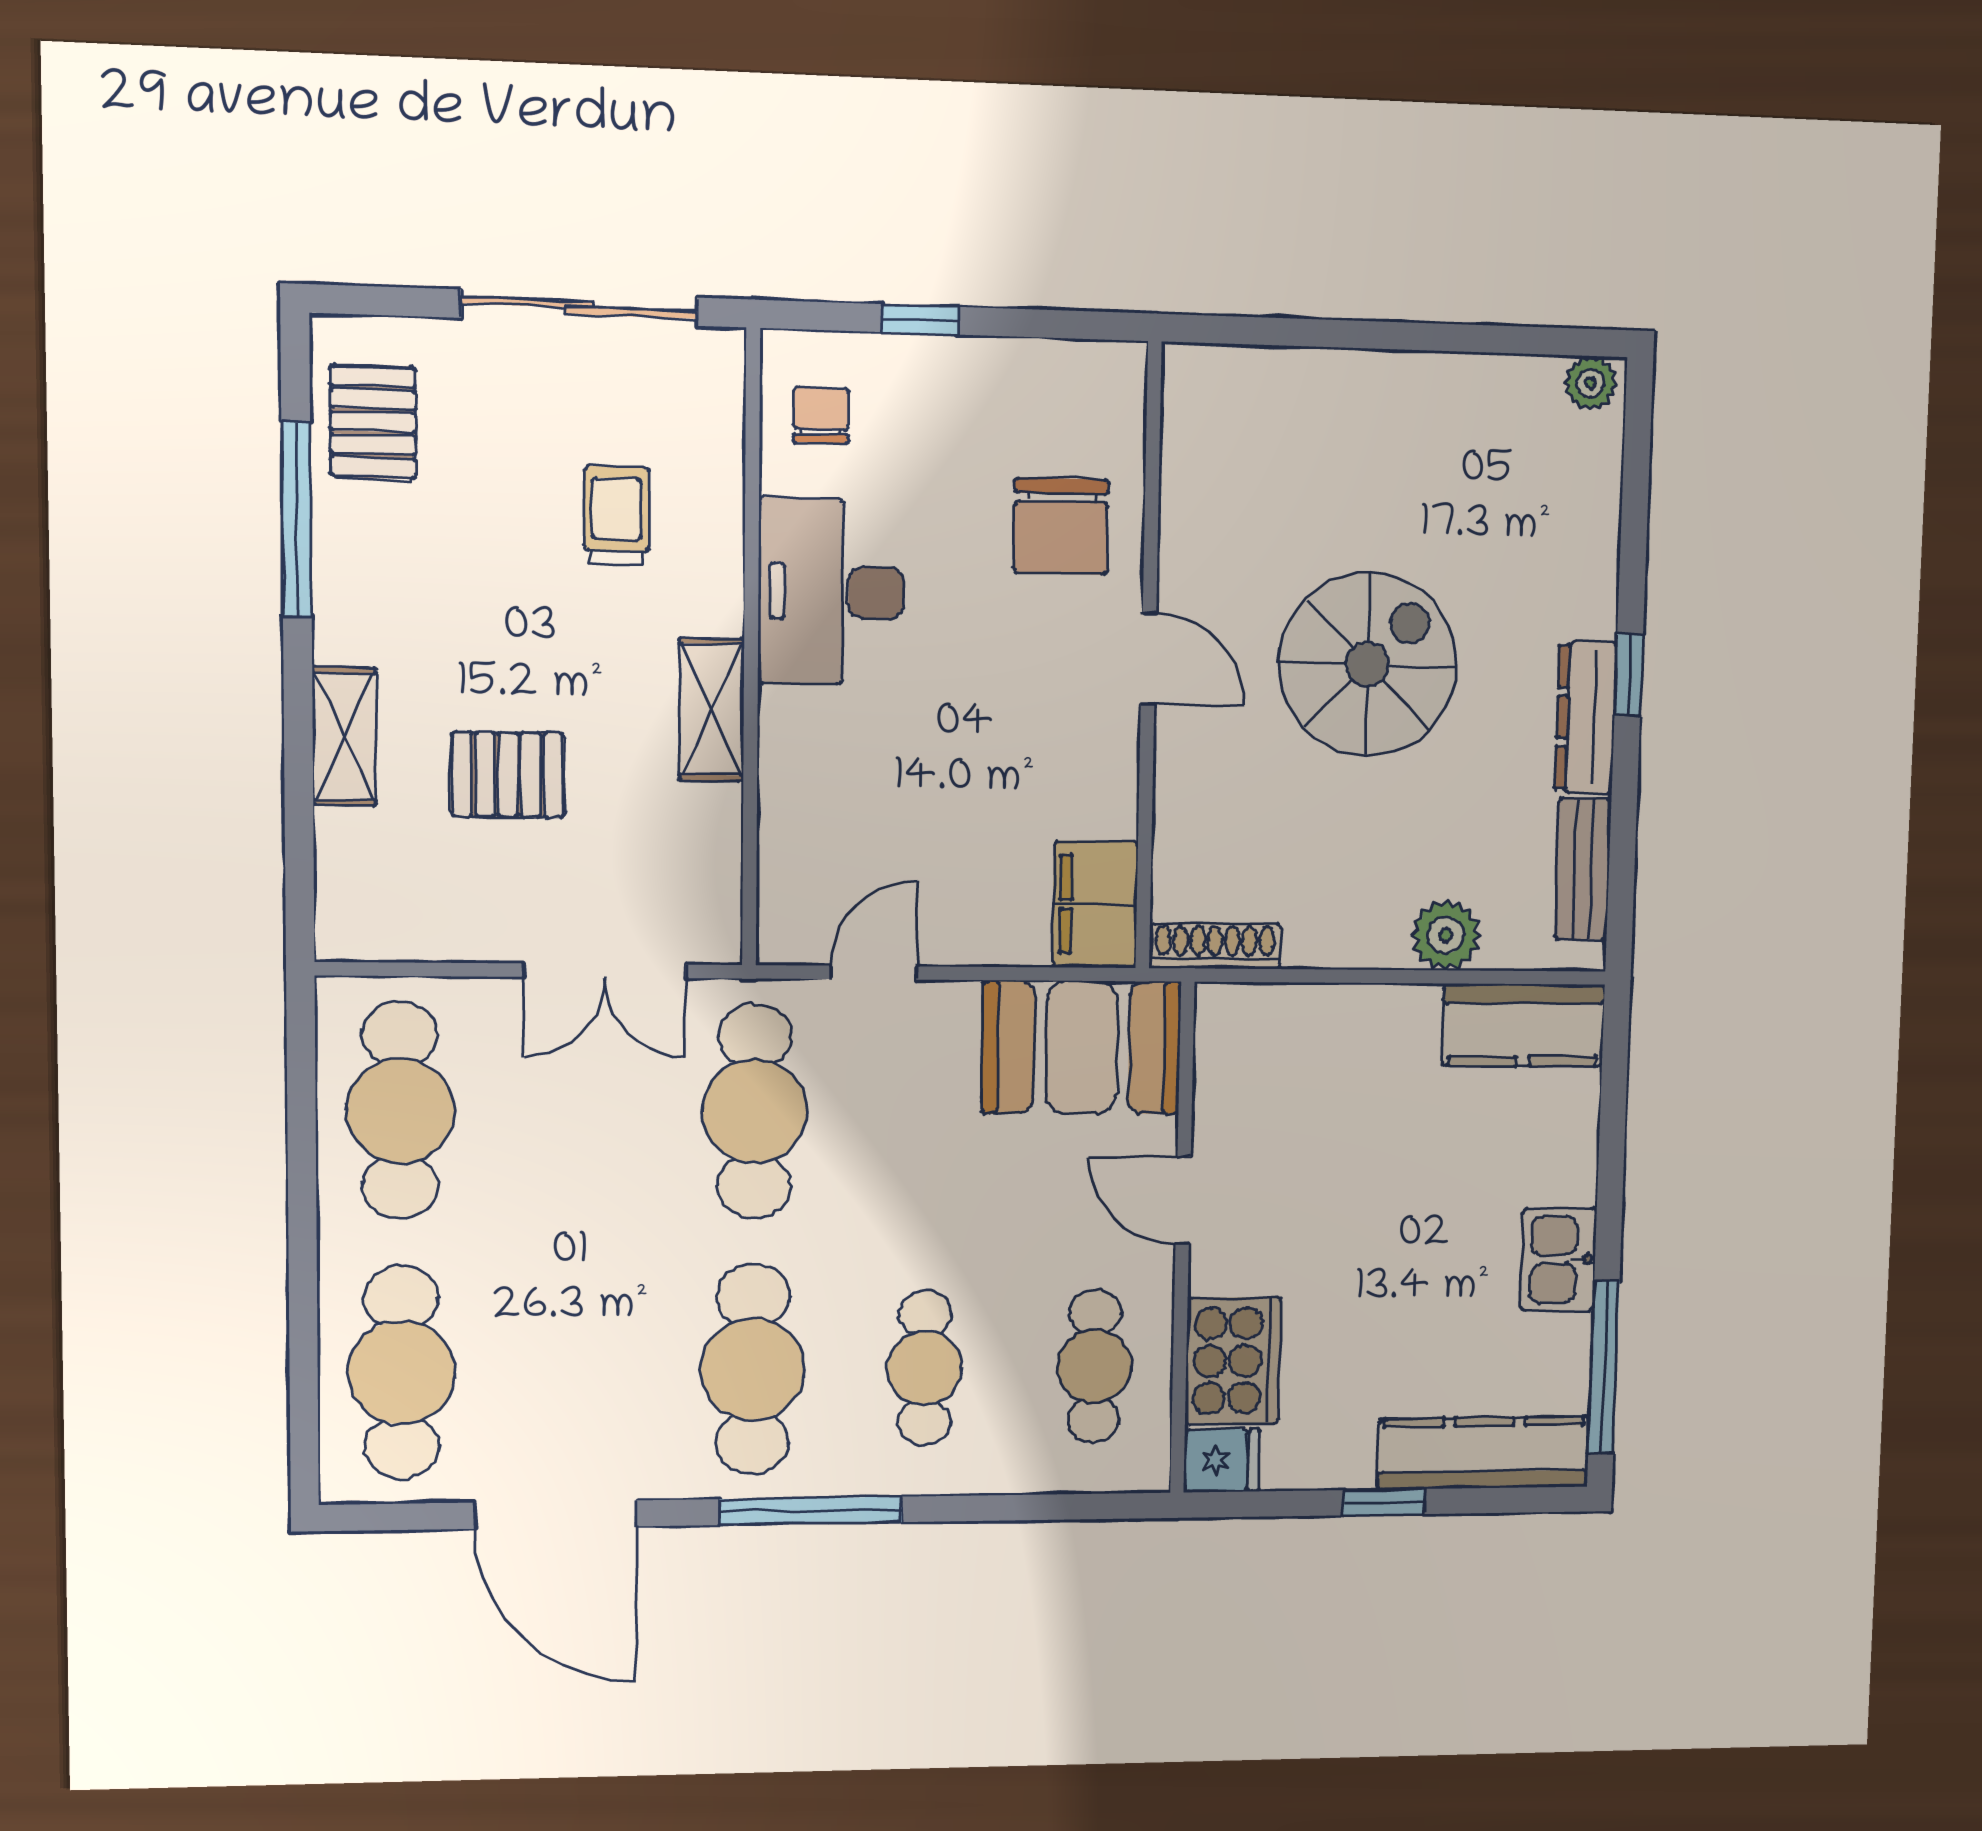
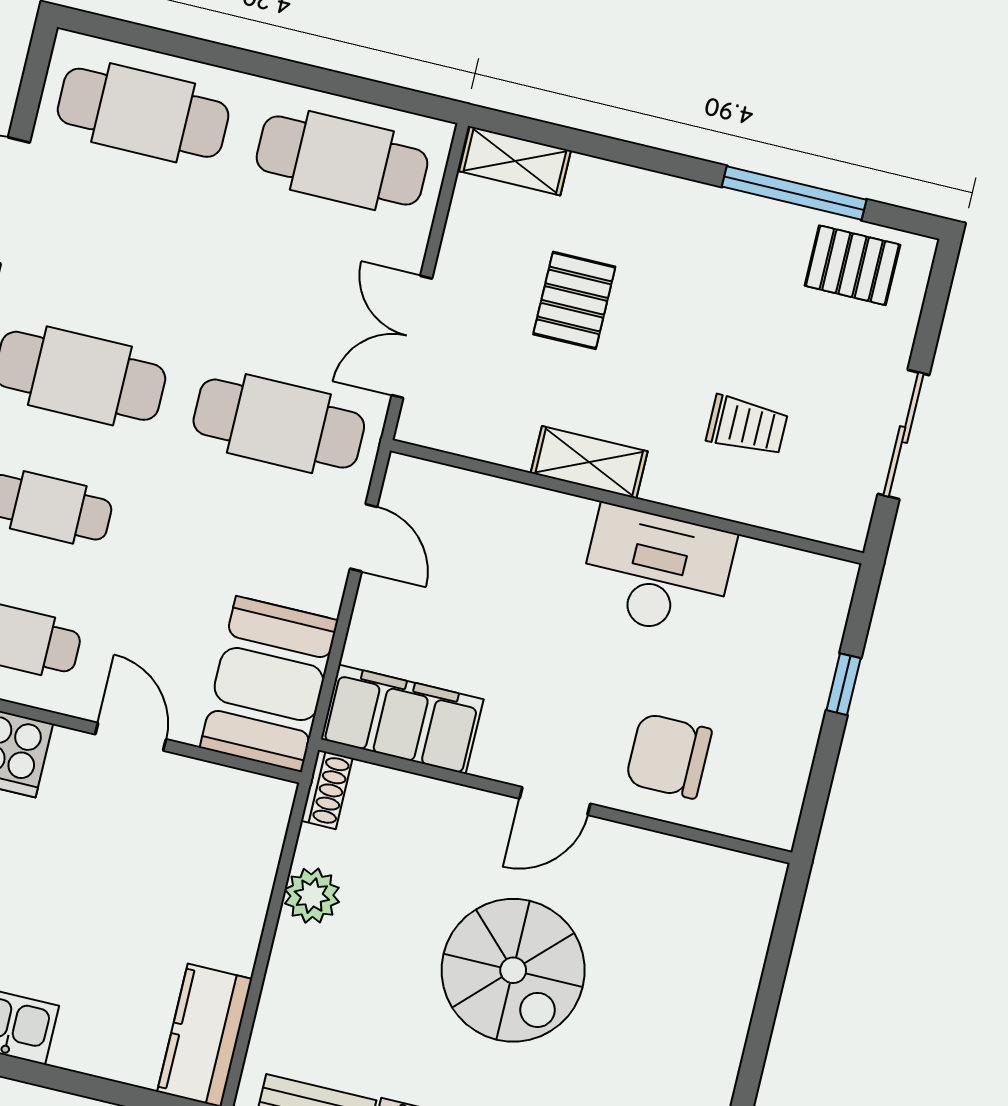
sliding door: (580, 308) -> (903, 435), width x0.73
chair: (821, 415) -> (789, 594), removed
shelving: (344, 736) -> (515, 161), moved
filing cabinet: (1095, 905) -> (402, 719), width x1.50, depth x1.17
plant: (1446, 935) -> (312, 896), moved
shoe rack: (1215, 946) -> (327, 789), width x0.70
door: (1183, 1200) -> (131, 737), hinge flipped

